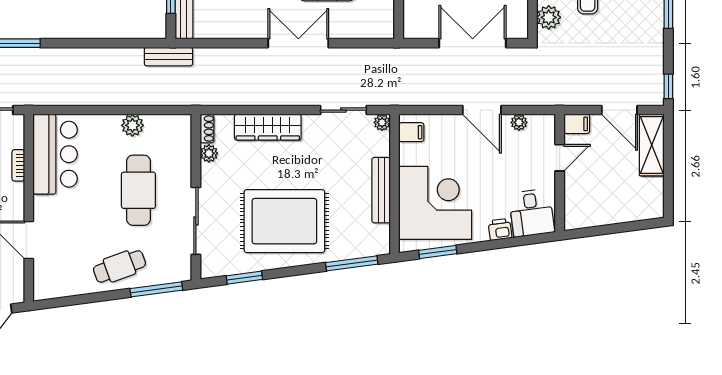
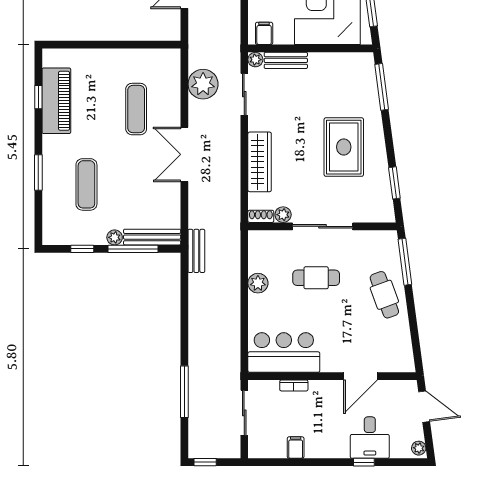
double door: (298, 43) -> (184, 154), moved
plant: (355, 64) -> (203, 84), added
cafe table: (138, 190) -> (316, 278), width x0.73, depth x0.74
bench: (381, 190) -> (286, 60), moved, width x0.73
sliding door: (196, 221) -> (323, 226), moved
rug: (284, 221) -> (344, 147), width x0.73, depth x0.69

